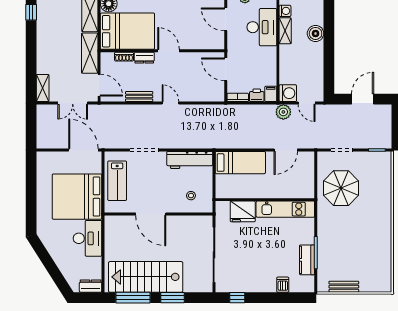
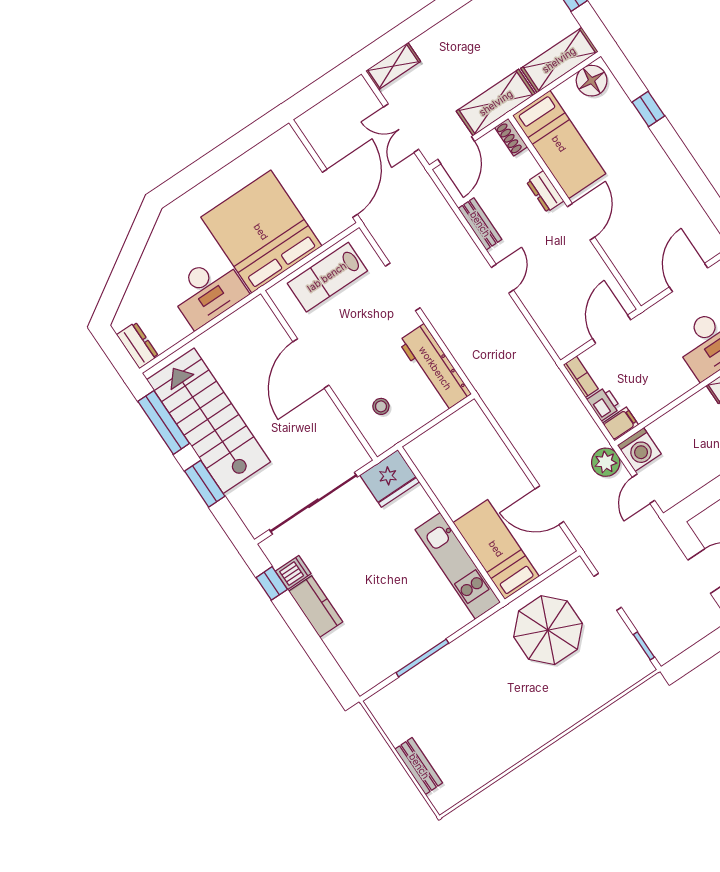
bed: (127, 31) -> (559, 144), width x0.67
shoe rack: (124, 57) -> (511, 137), moved
bed: (240, 163) -> (496, 549), moved, turned 180
fridge: (243, 211) -> (390, 478), moved, turned -90
kitchen counter: (307, 260) -> (316, 607), moved, turned 90
dishwasher: (283, 285) -> (293, 572), moved
bench: (344, 287) -> (419, 766), moved

